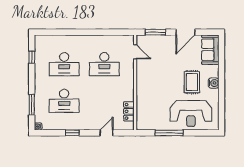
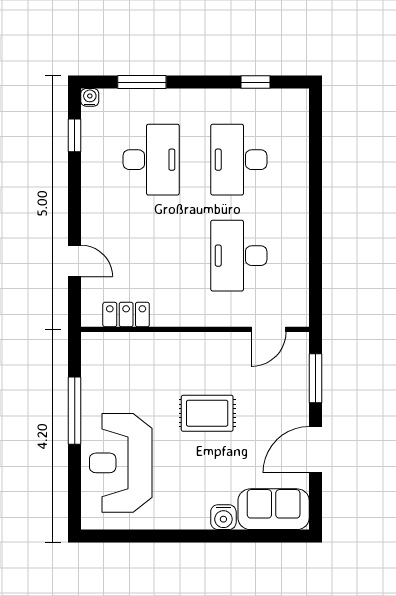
door: (185, 32) -> (315, 450), hinge flipped
rug: (192, 82) -> (207, 413), moved
water cooler: (214, 83) -> (223, 517), moved
desk: (64, 101) -> (151, 160), turned 180
window: (72, 133) -> (75, 135), moved

